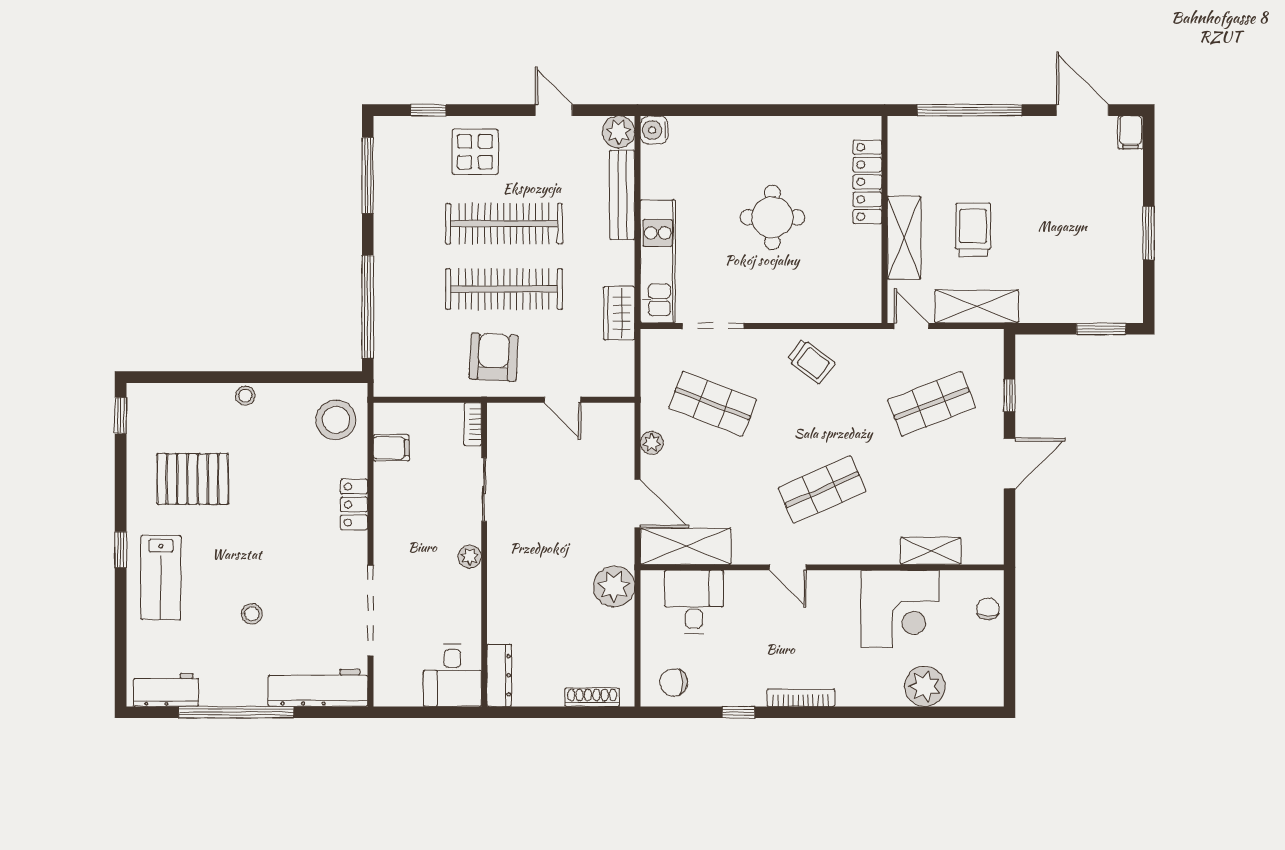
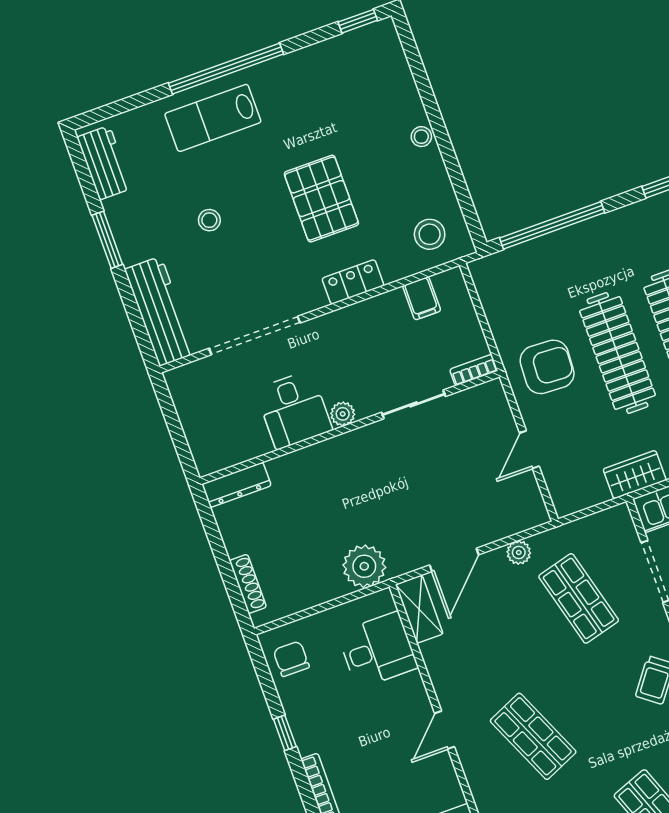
shop shelf: (713, 404) -> (579, 598), turned -36
stool: (336, 420) -> (430, 234), width x0.73, depth x0.73
pallet: (193, 479) -> (321, 199), moved
shelving: (686, 546) -> (419, 609), width x0.67, depth x0.75
window: (121, 550) -> (226, 69), width x3.17
desk: (452, 675) -> (294, 410), moved, turned -90
window: (236, 712) -> (107, 240), width x0.47

